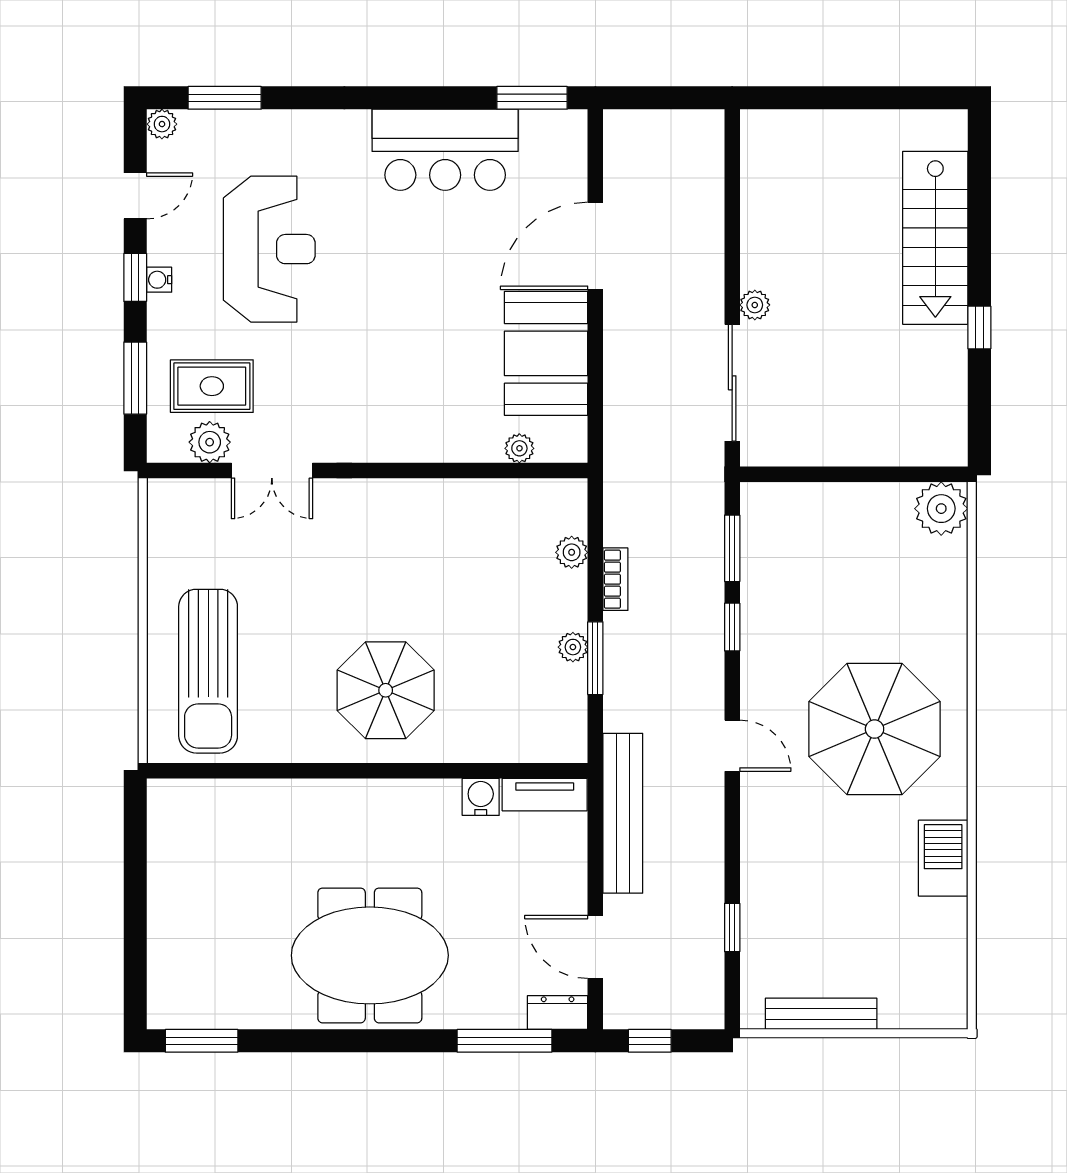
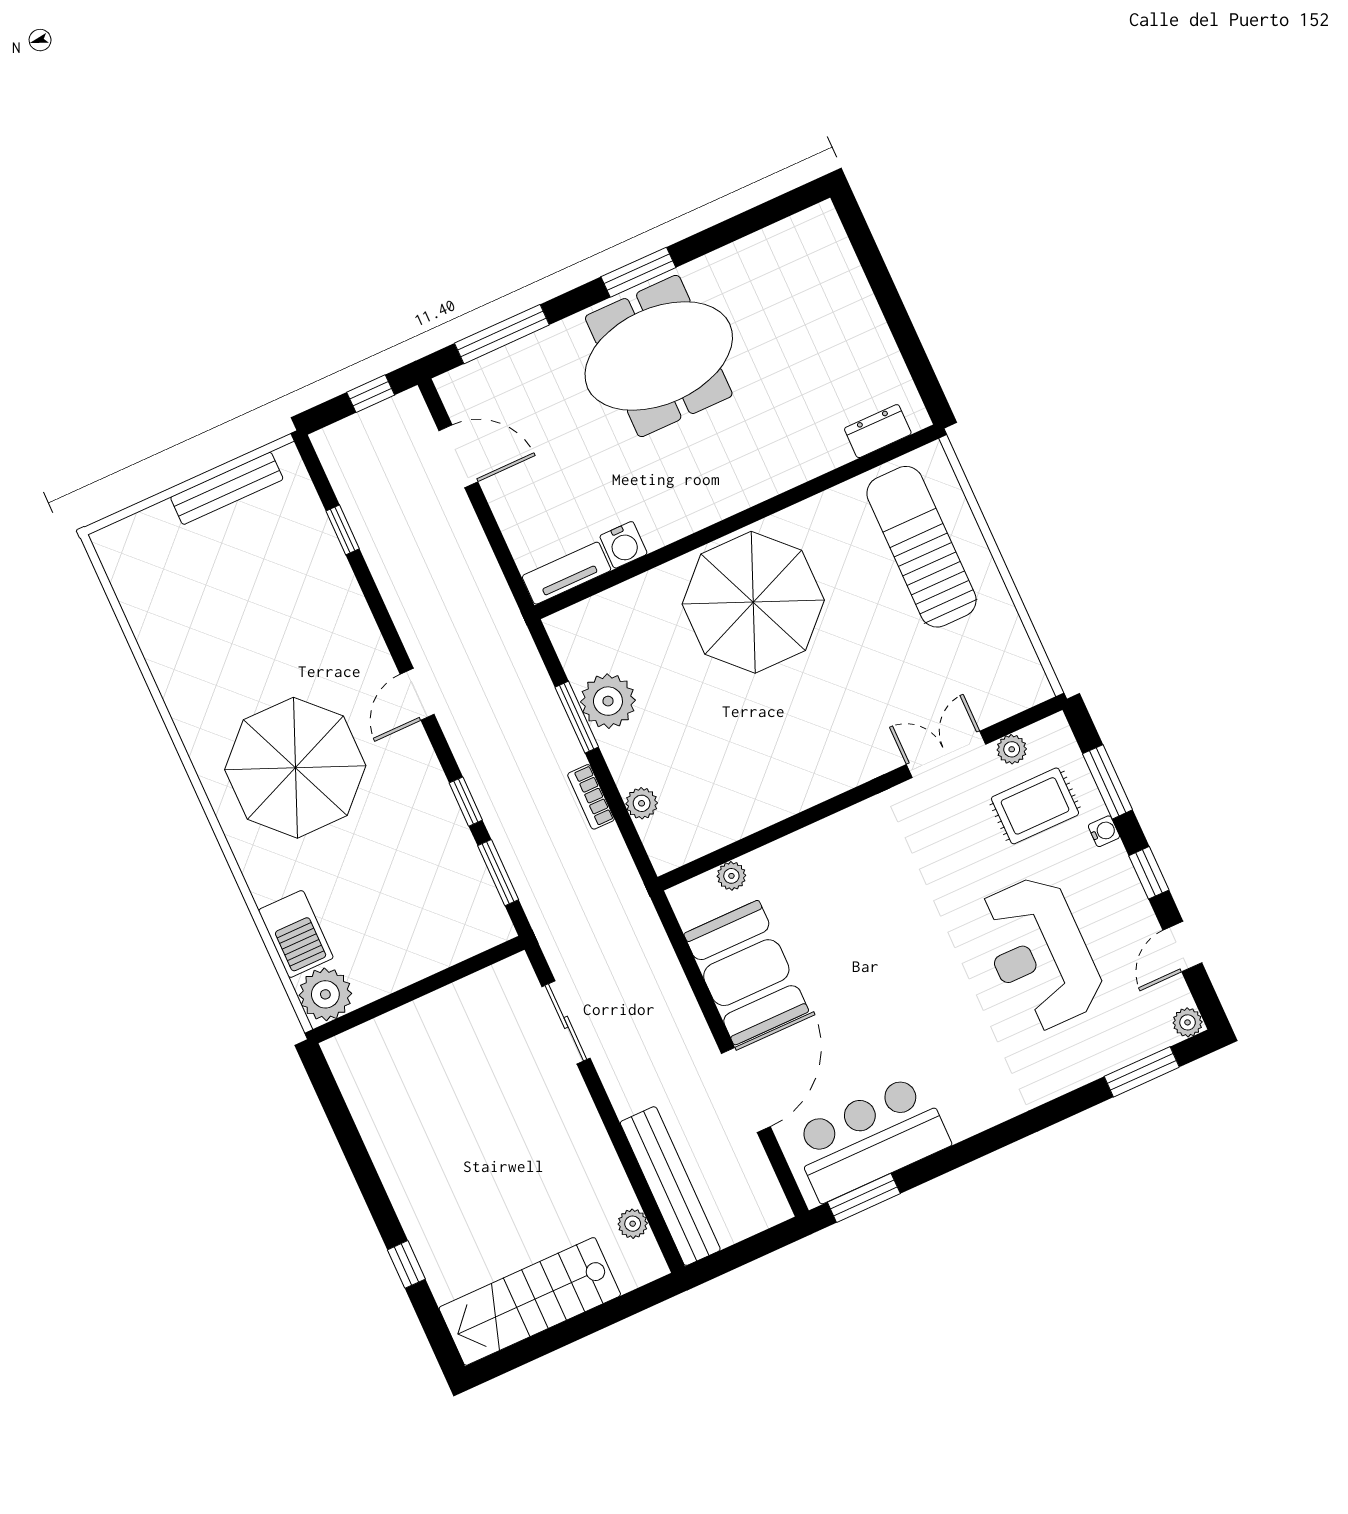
bar counter: (445, 150) -> (870, 1138), moved
stairs: (935, 238) -> (530, 1301), moved, turned -90
water cooler: (159, 280) -> (1104, 831), moved
plant: (755, 305) -> (633, 1224), moved
window: (979, 327) -> (406, 1264), moved
sliding door: (732, 383) -> (566, 1022), width x0.73
plant: (210, 442) -> (1012, 749), width x0.73, depth x0.73
plant: (573, 647) -> (608, 701), width x1.88, depth x1.88
parasol: (386, 690) -> (753, 602), width x1.36, depth x1.36
door: (732, 746) -> (417, 694), hinge flipped
bench: (623, 813) -> (670, 1186), moved
barbecue: (943, 858) -> (296, 934), moved
dresser: (558, 1012) -> (878, 431), moved, turned 180
window: (202, 1041) -> (638, 272), moved

